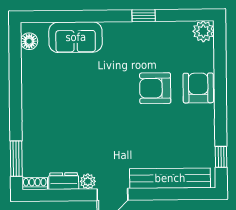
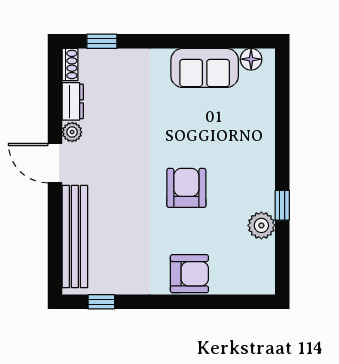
plant: (203, 31) -> (261, 225), moved
sofa: (76, 37) -> (205, 68), moved, turned -90
armchair: (155, 88) -> (186, 188), moved
window: (16, 159) -> (102, 41), width x0.67

